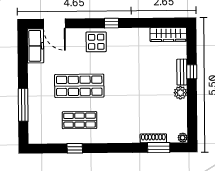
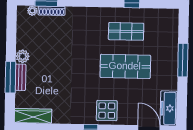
window: (192, 72) -> (10, 77), width x2.17
window: (23, 105) -> (183, 60), moved
plant: (183, 138) -> (32, 11), moved

